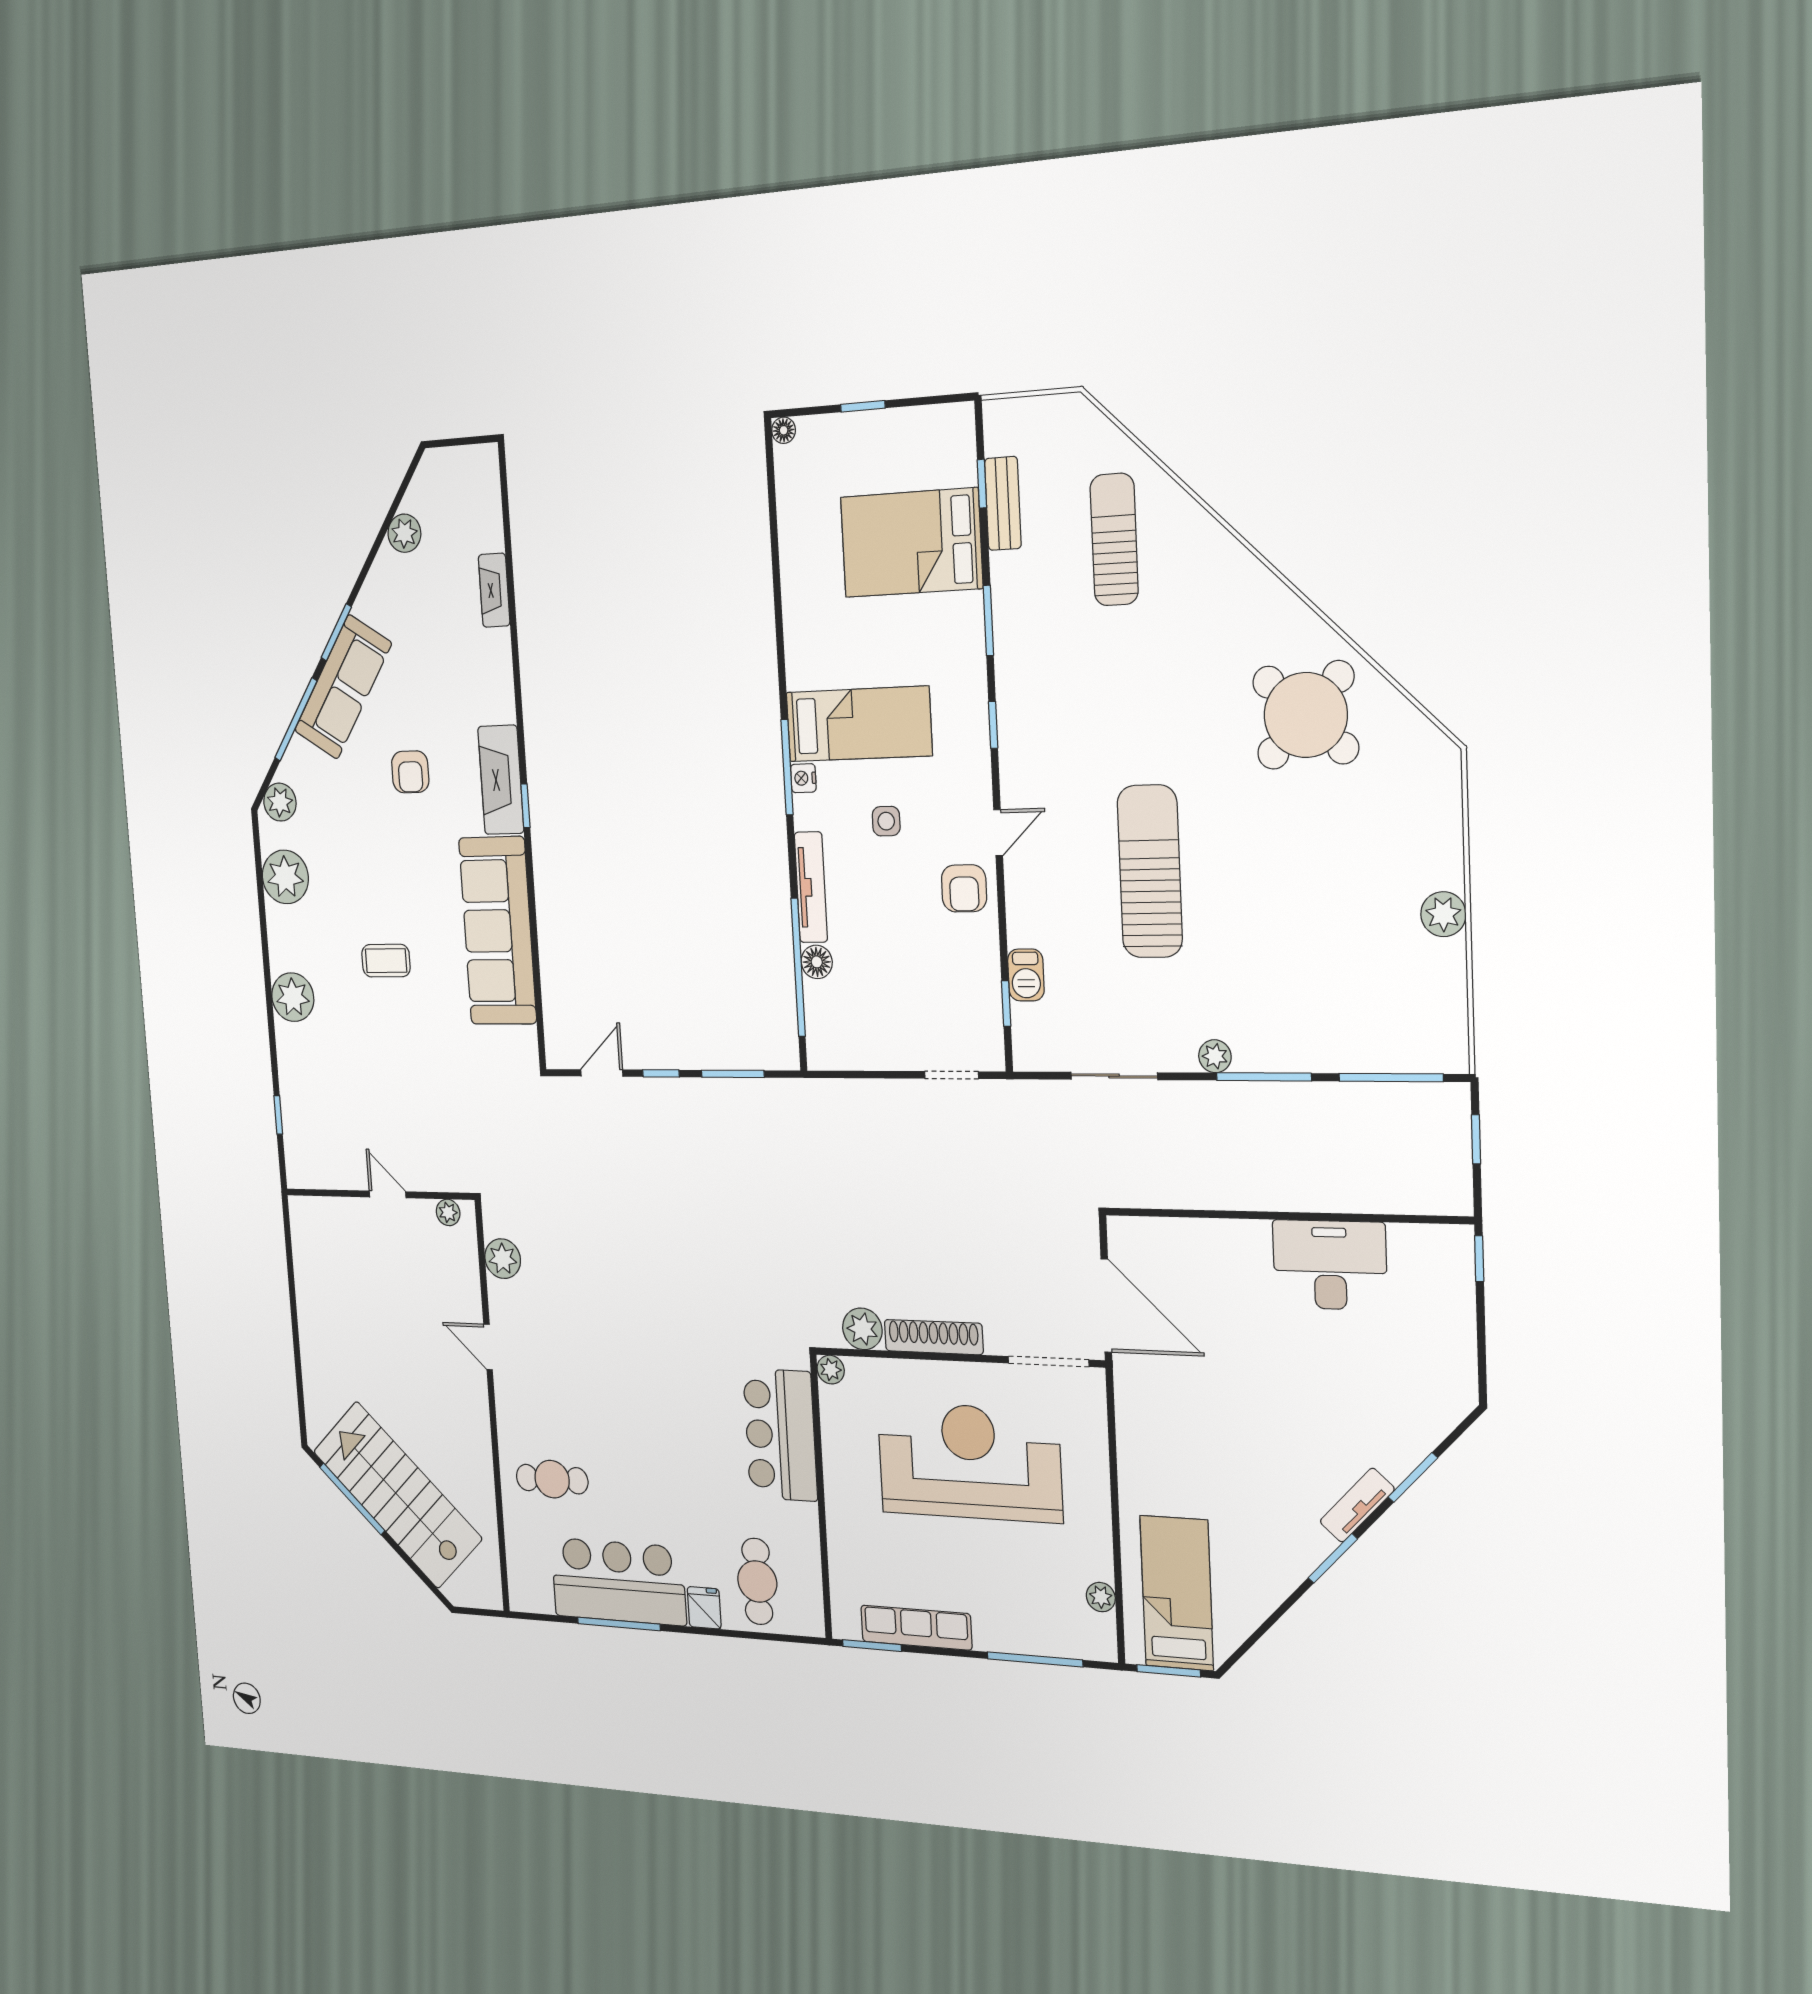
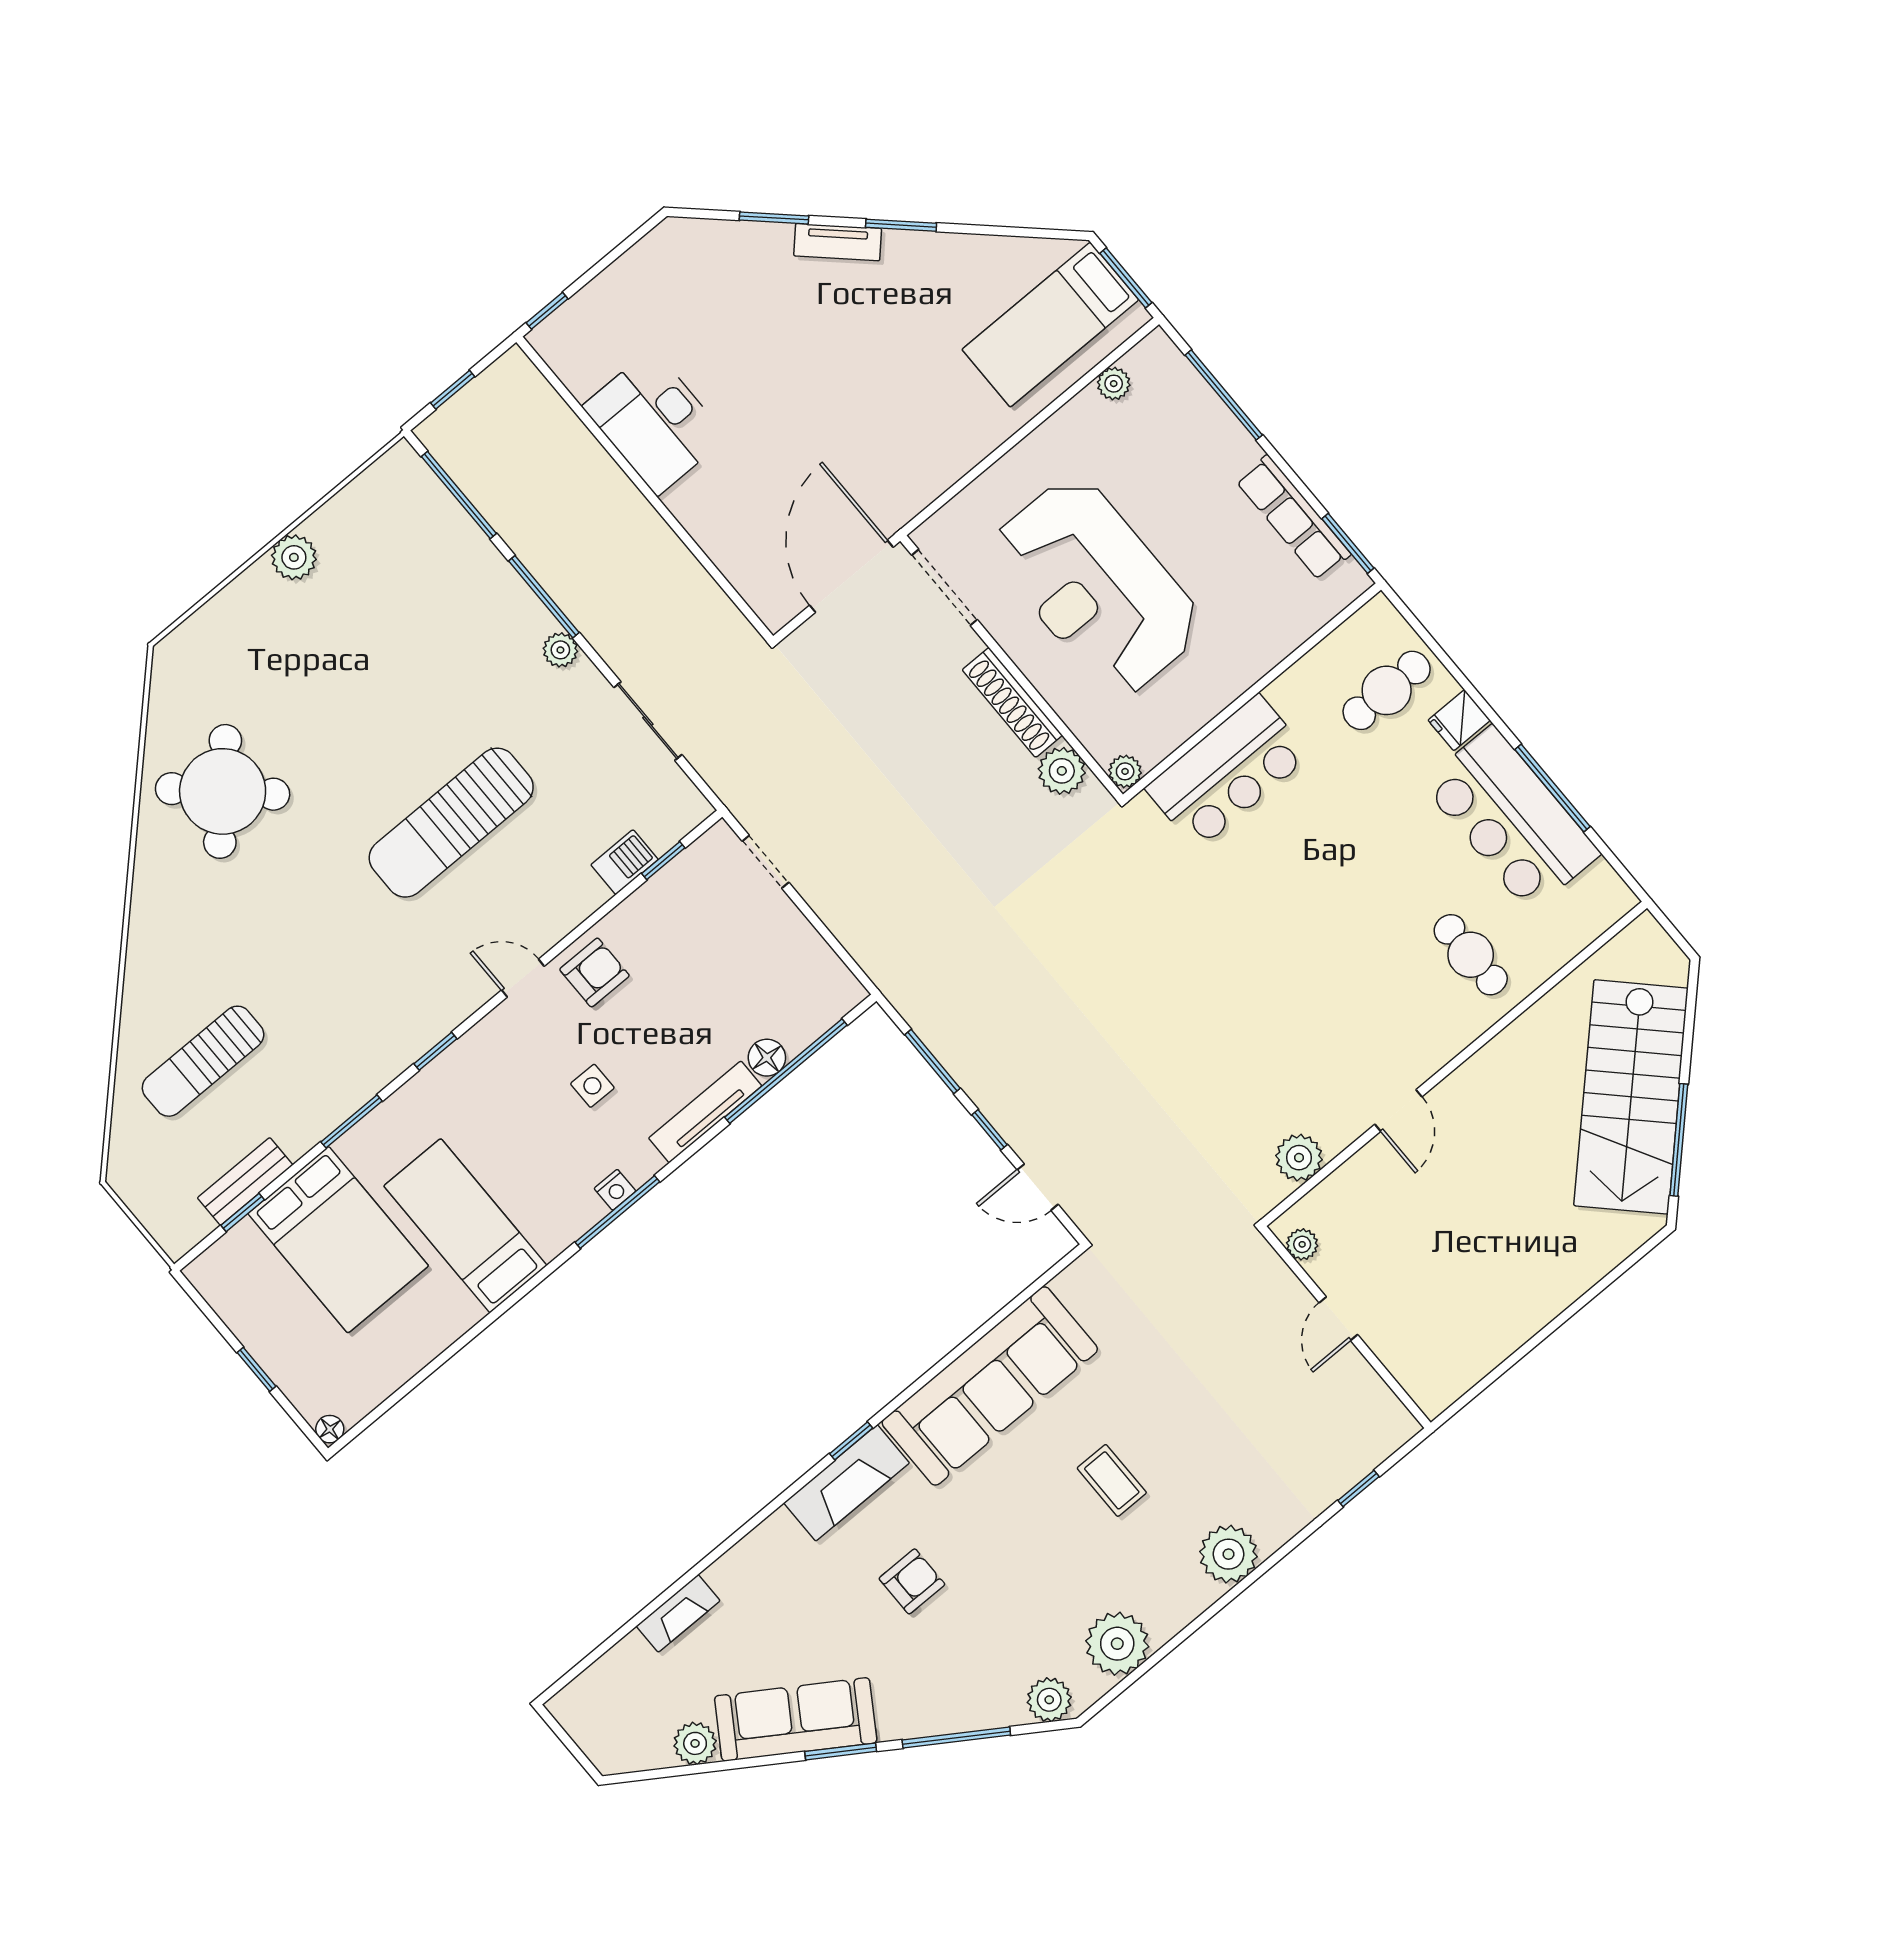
sofa: (343, 687) -> (796, 1719), moved
bed: (859, 724) -> (465, 1226), moved

